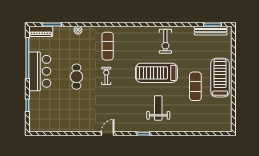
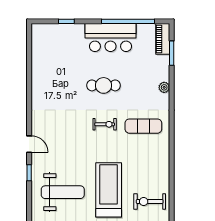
weight bench: (158, 108) -> (63, 192), width x1.36, depth x1.33
door: (108, 134) -> (29, 144), moved

